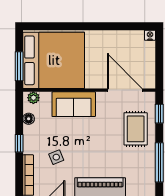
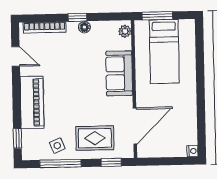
bed: (54, 60) -> (164, 52), width x0.49
floor lamp: (29, 119) -> (84, 27), moved
side table: (56, 157) -> (57, 146), moved

